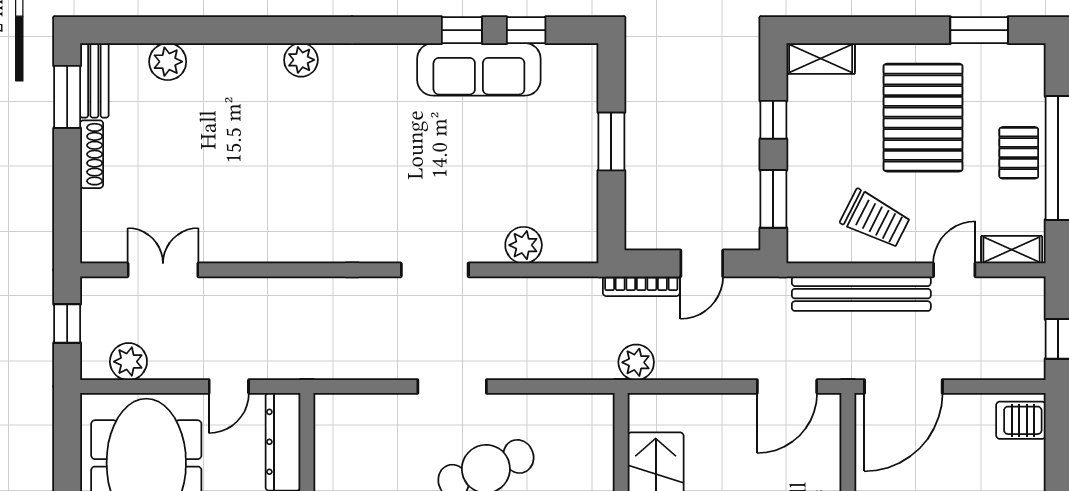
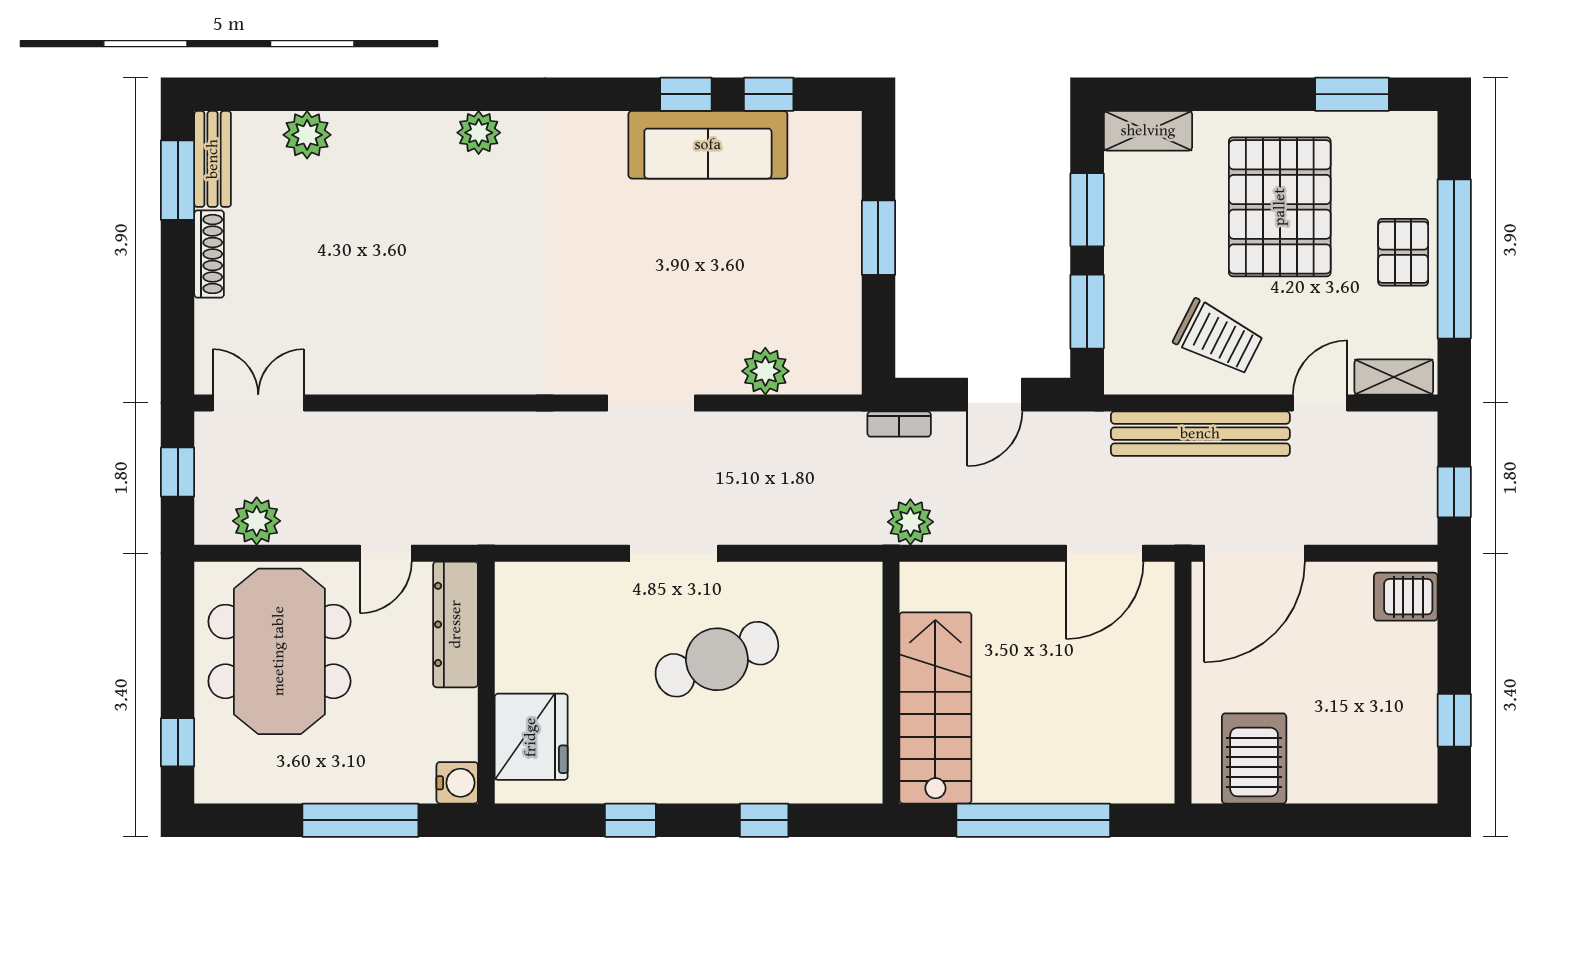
window: (773, 120) -> (1087, 210), width x1.50
double door: (163, 270) -> (258, 403), moved
bookcase: (641, 286) -> (899, 424), width x0.64

